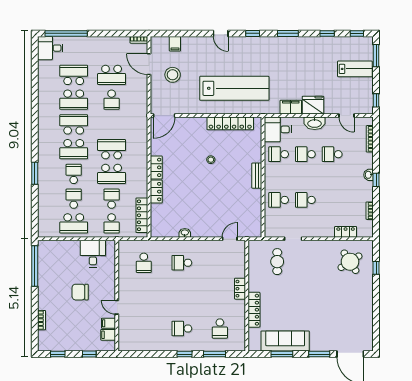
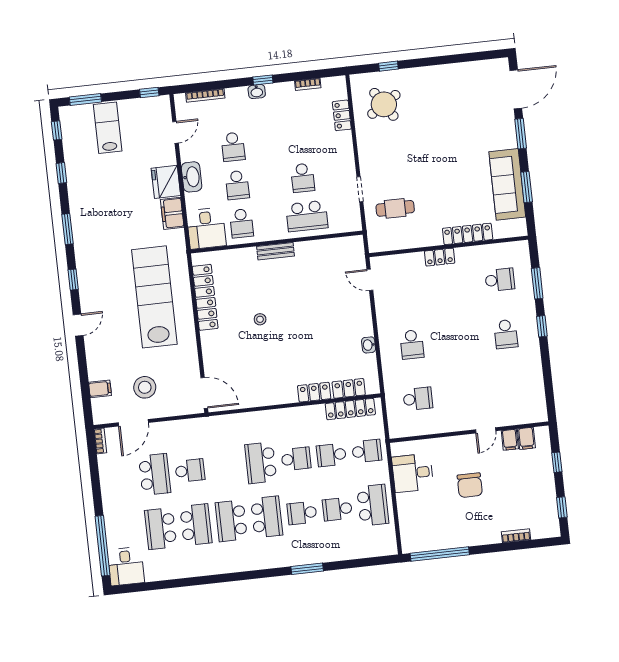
locker: (156, 167) -> (349, 388), moved
school desk: (112, 174) -> (296, 459), width x0.54
school desk: (279, 200) -> (307, 216), width x1.85

